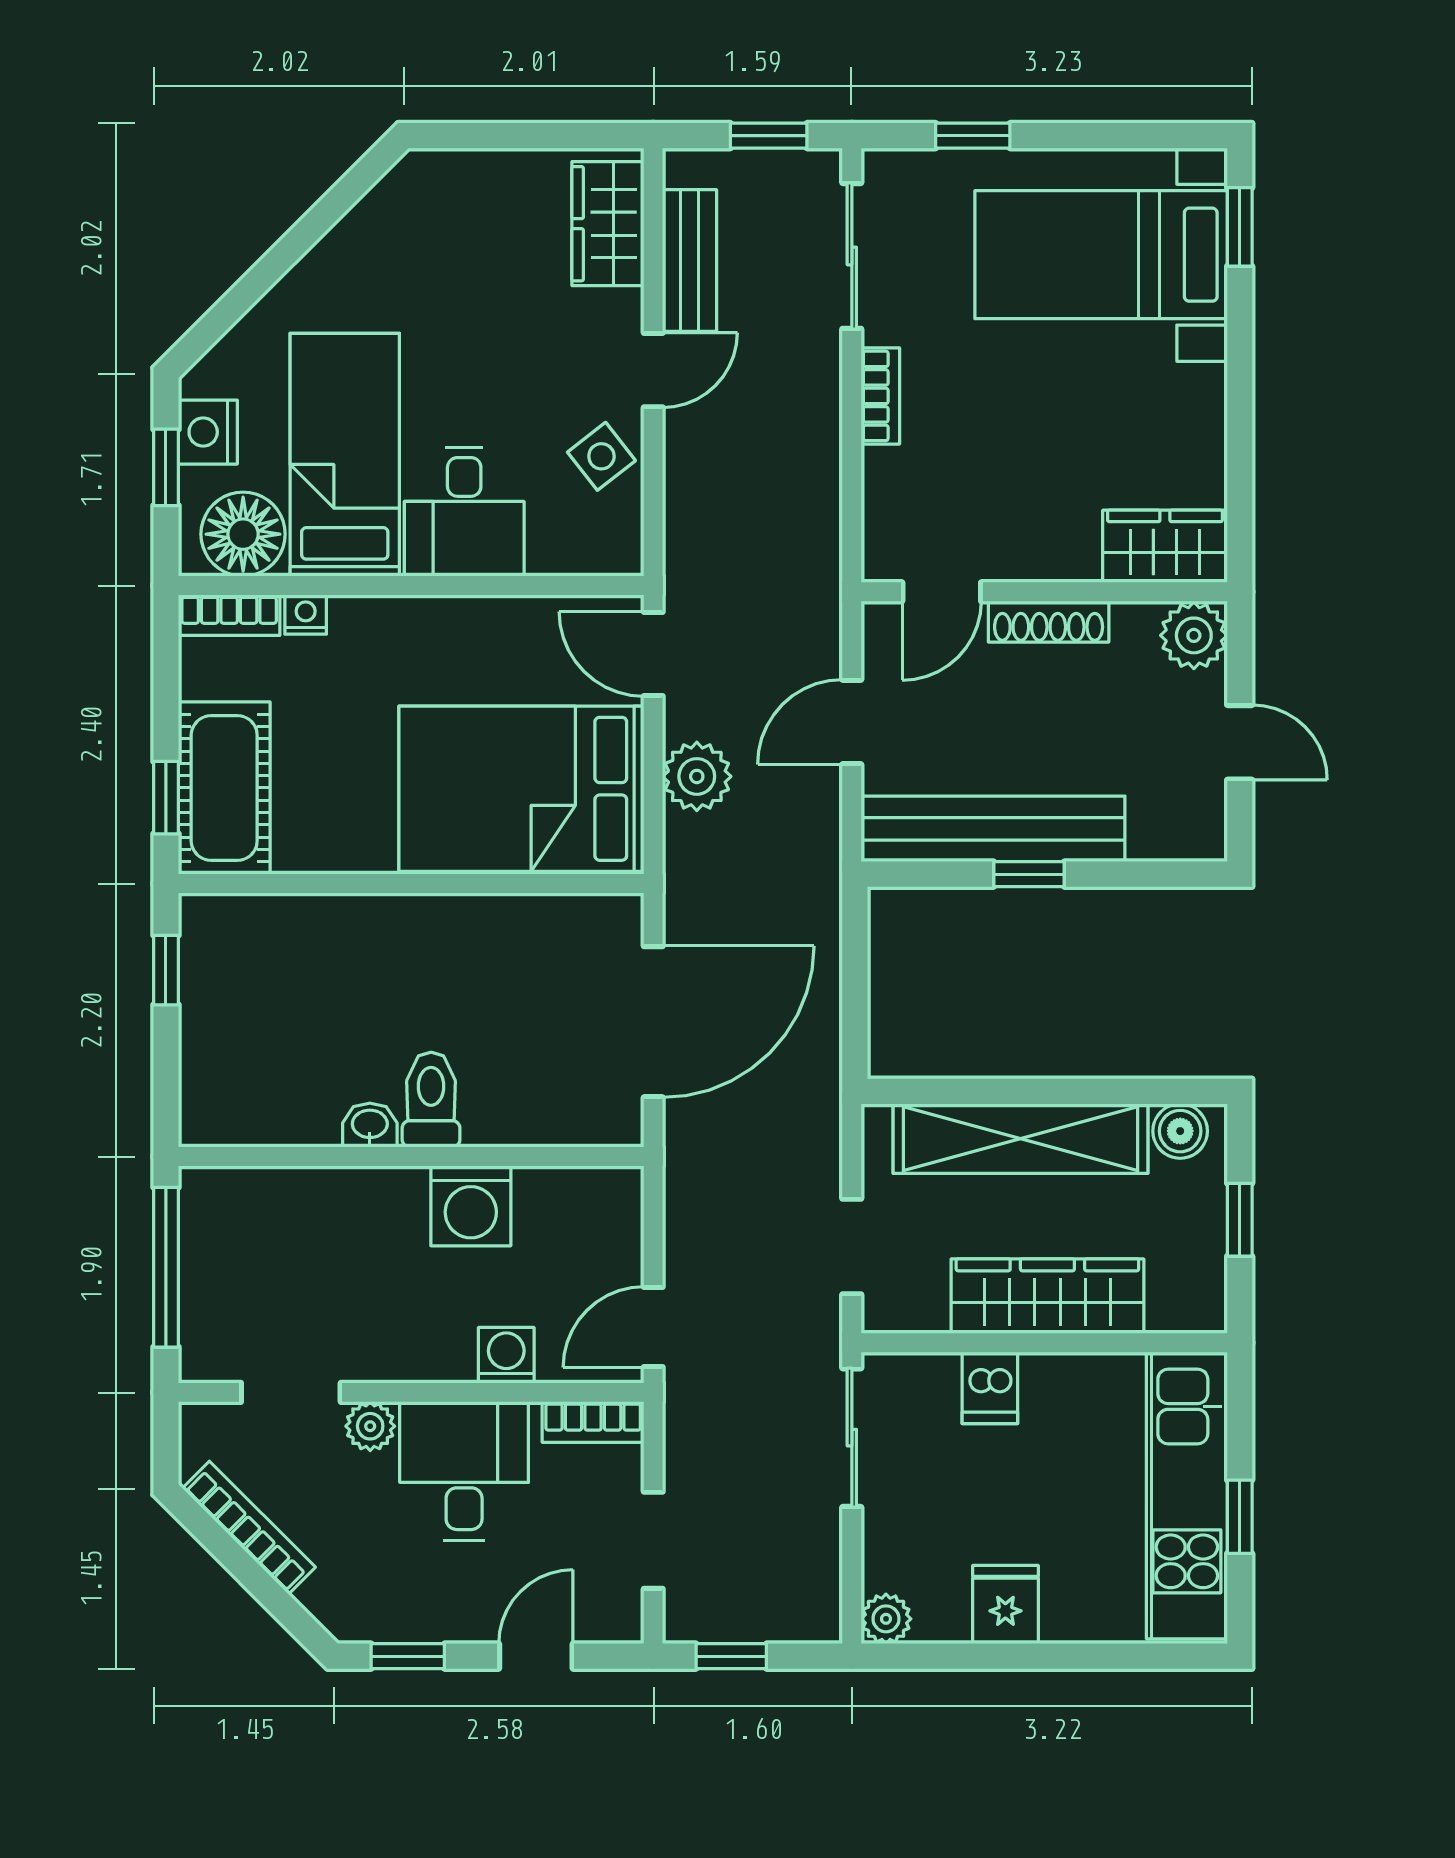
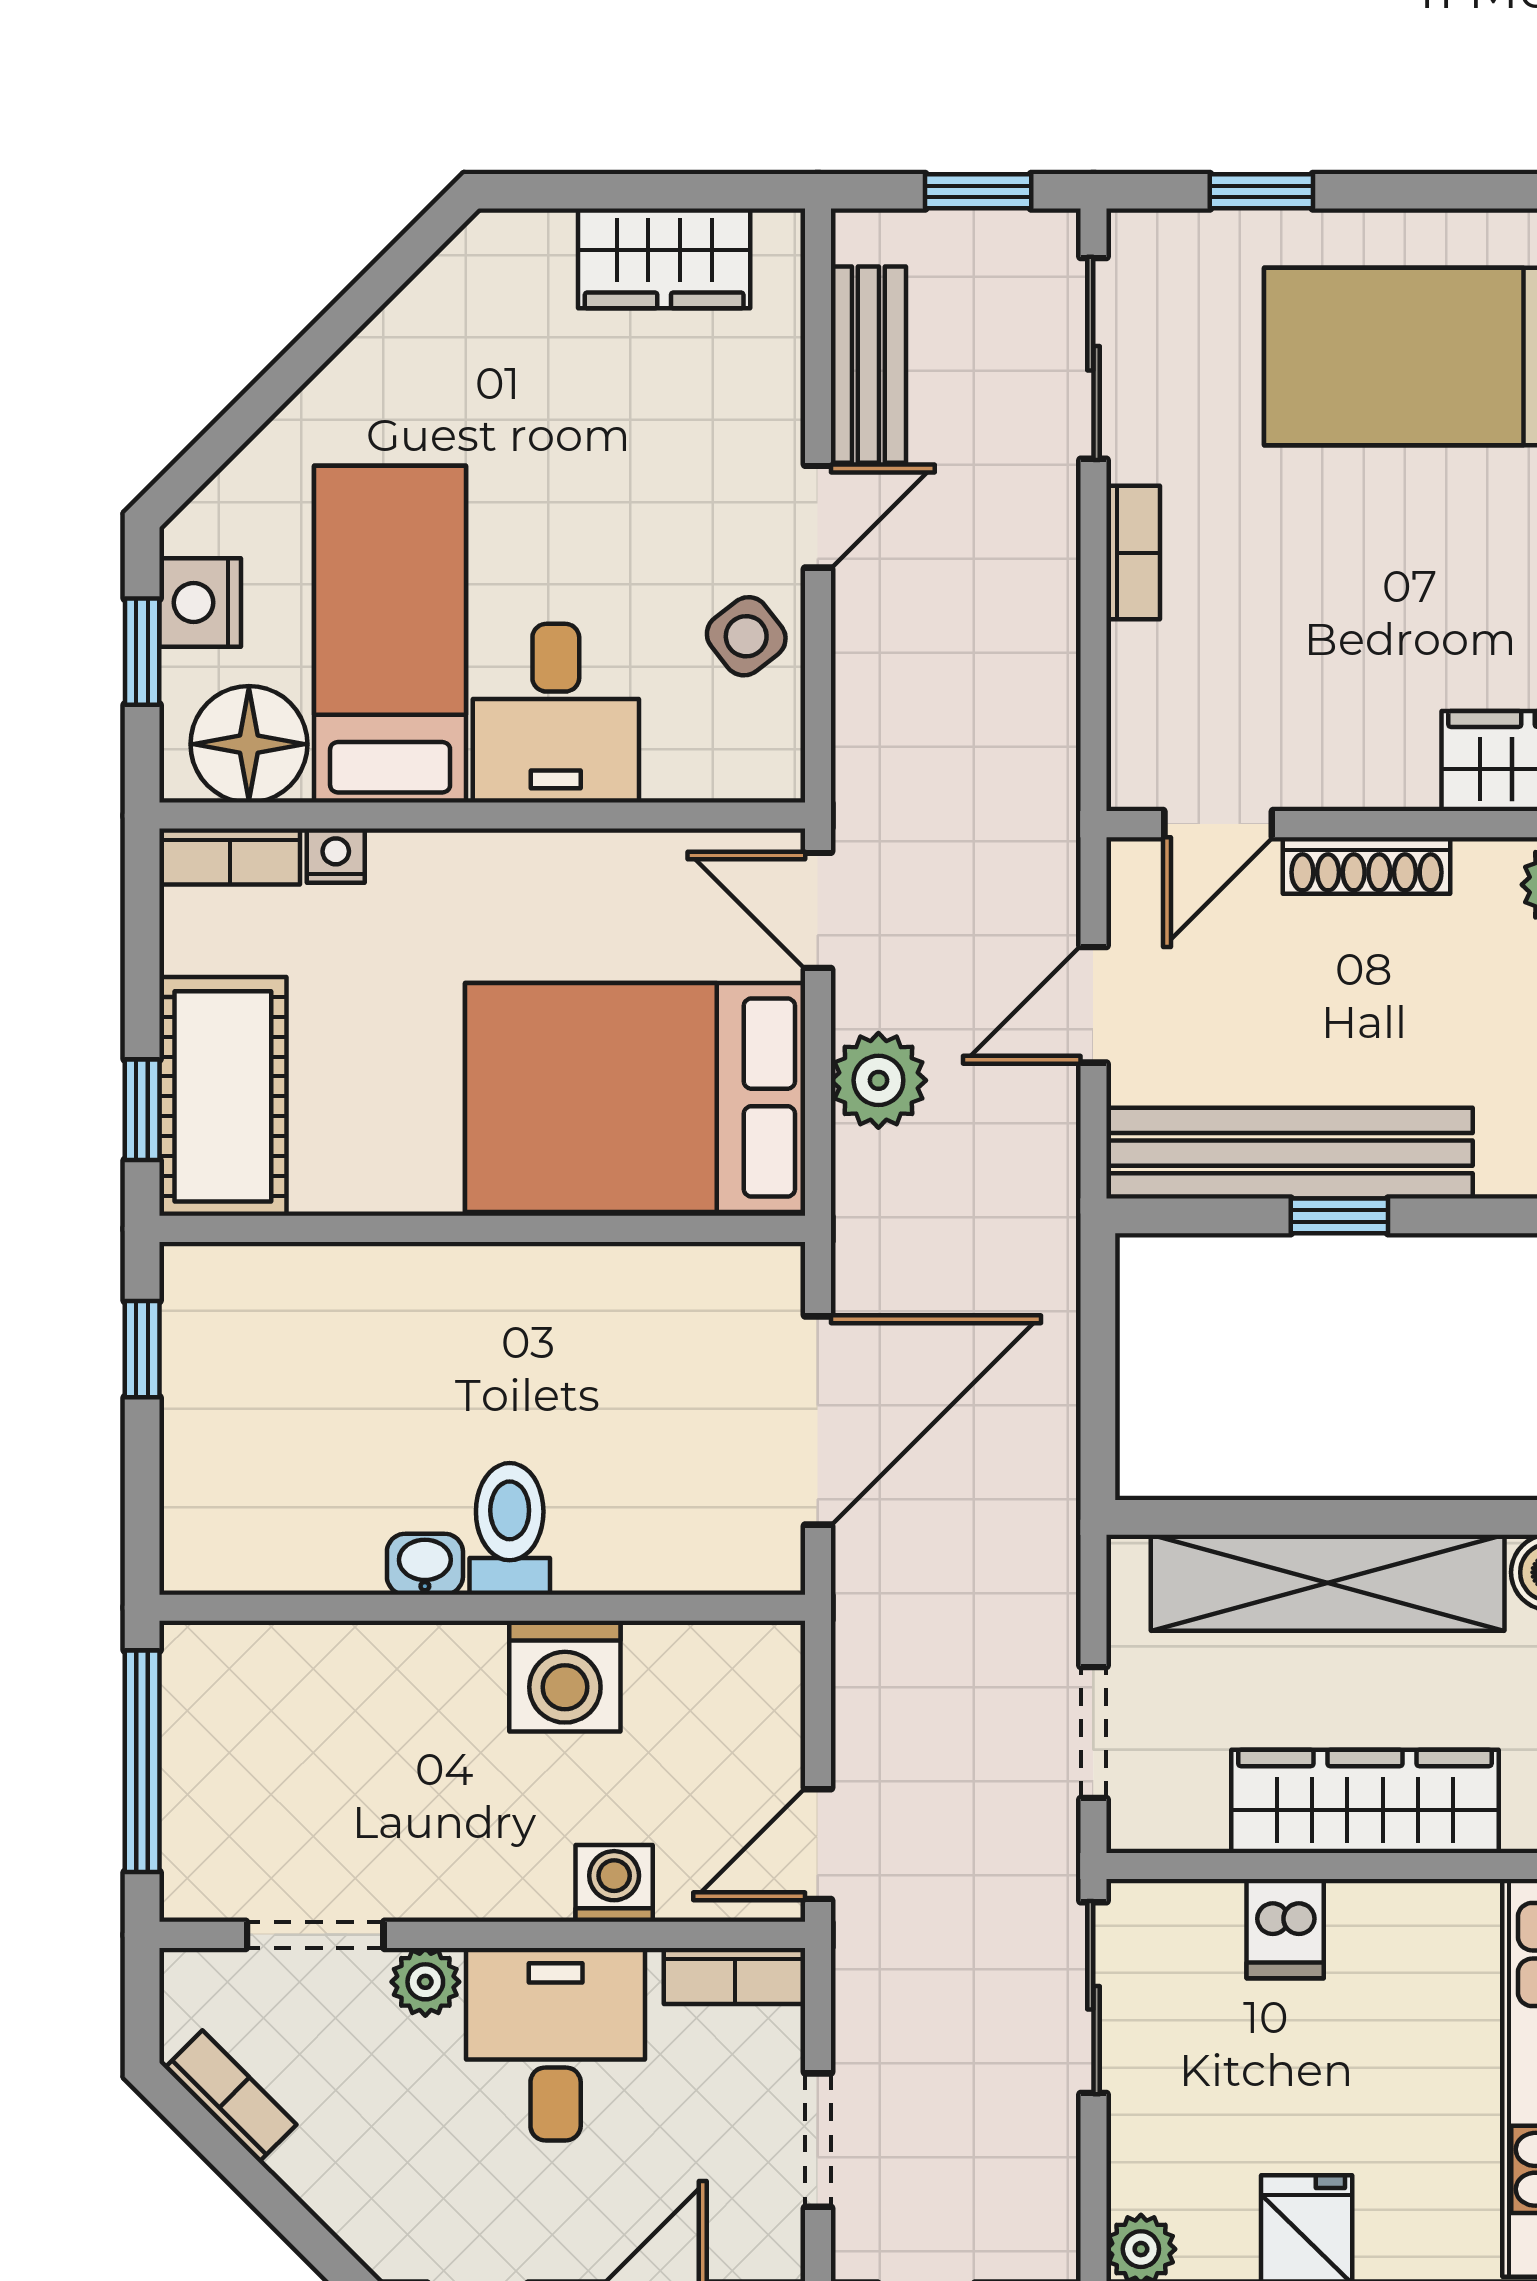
wardrobe: (608, 224) -> (664, 258), moved, turned -90
bookcase: (249, 1528) -> (231, 2096), width x0.64

